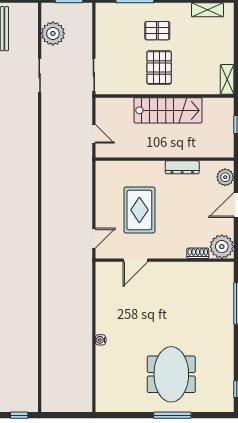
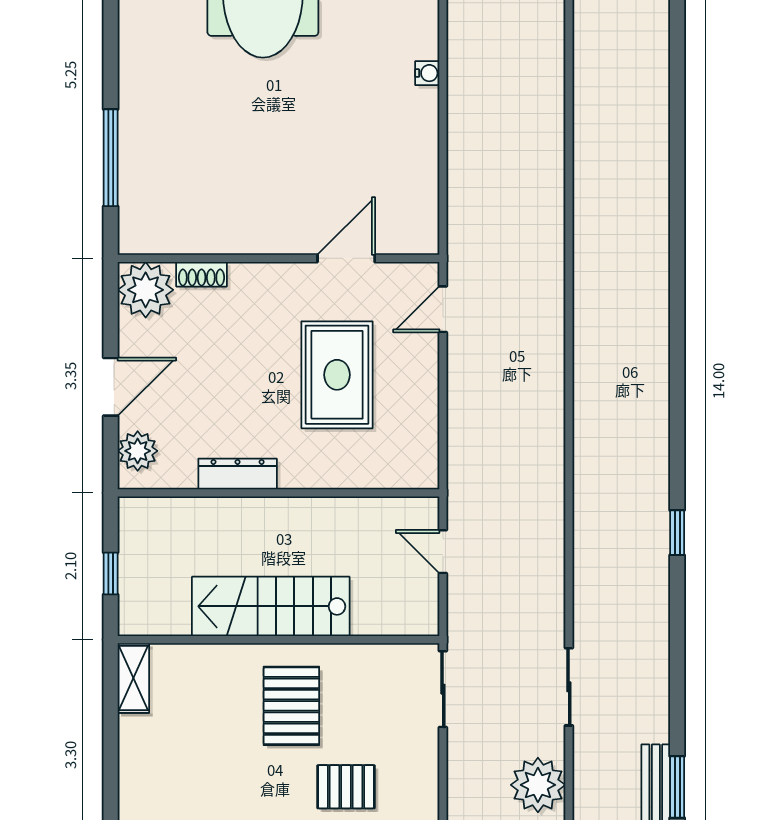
pallet: (157, 31) -> (346, 787), moved

